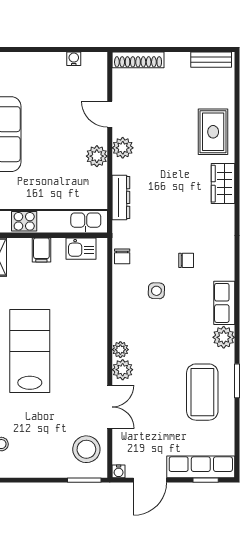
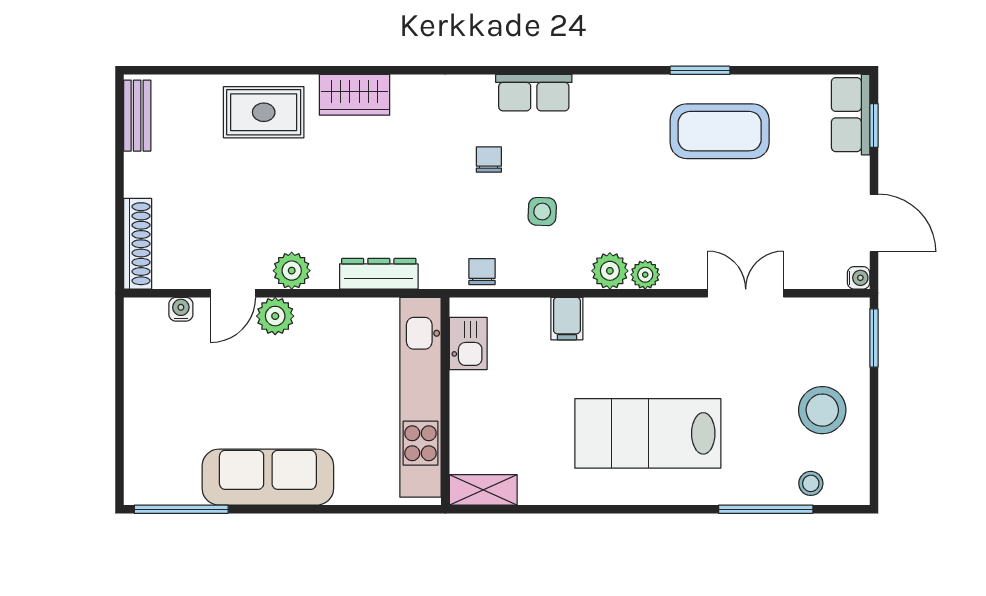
water cooler: (74, 59) -> (181, 309), moved, turned 90
plant: (97, 156) -> (275, 316), moved
filing cabinet: (41, 250) -> (567, 319), moved, turned 90
chair: (122, 256) -> (482, 272), turned -90
row of seats: (224, 303) -> (534, 93), moved
plant: (224, 337) -> (624, 94), removed
plant: (123, 370) -> (610, 271), moved
stool: (86, 449) -> (822, 410), moved
row of seats: (201, 467) -> (851, 115), width x0.68

